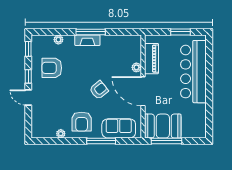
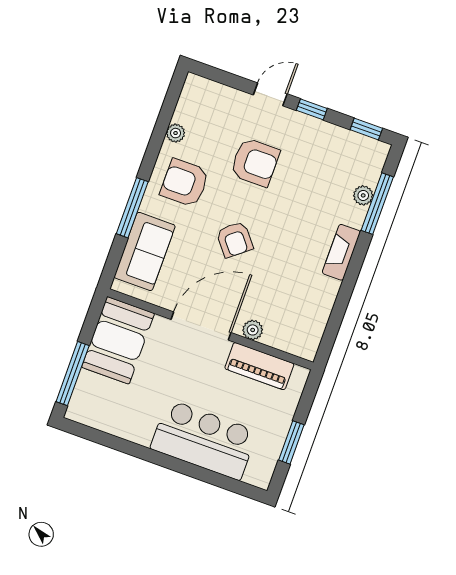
window: (91, 32) -> (377, 204), moved
armchair: (52, 68) -> (255, 162), moved, turned 90
bar counter: (193, 72) -> (204, 440), width x0.73
window: (166, 141) -> (73, 374), moved

